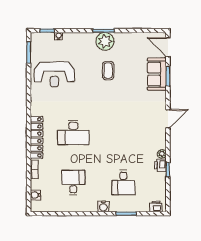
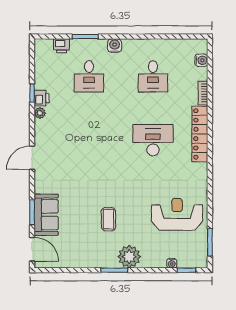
plant: (105, 41) -> (129, 257), moved
desk: (123, 182) -> (89, 76), turned 180
printer: (156, 206) -> (61, 46), moved

